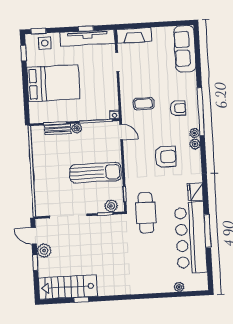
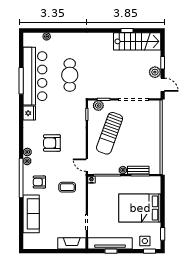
sofa: (185, 49) -> (31, 214), moved
sun lounger: (95, 173) -> (110, 133), turned -70
cafe table: (146, 213) -> (70, 75), moved

